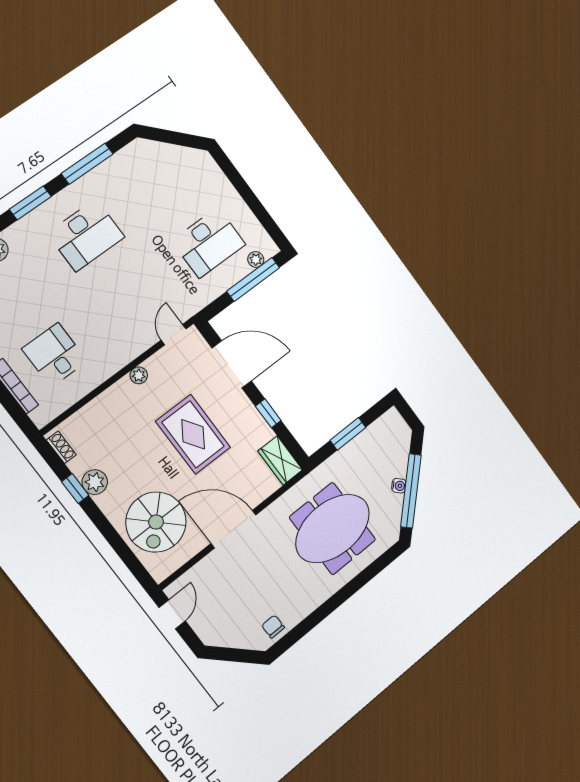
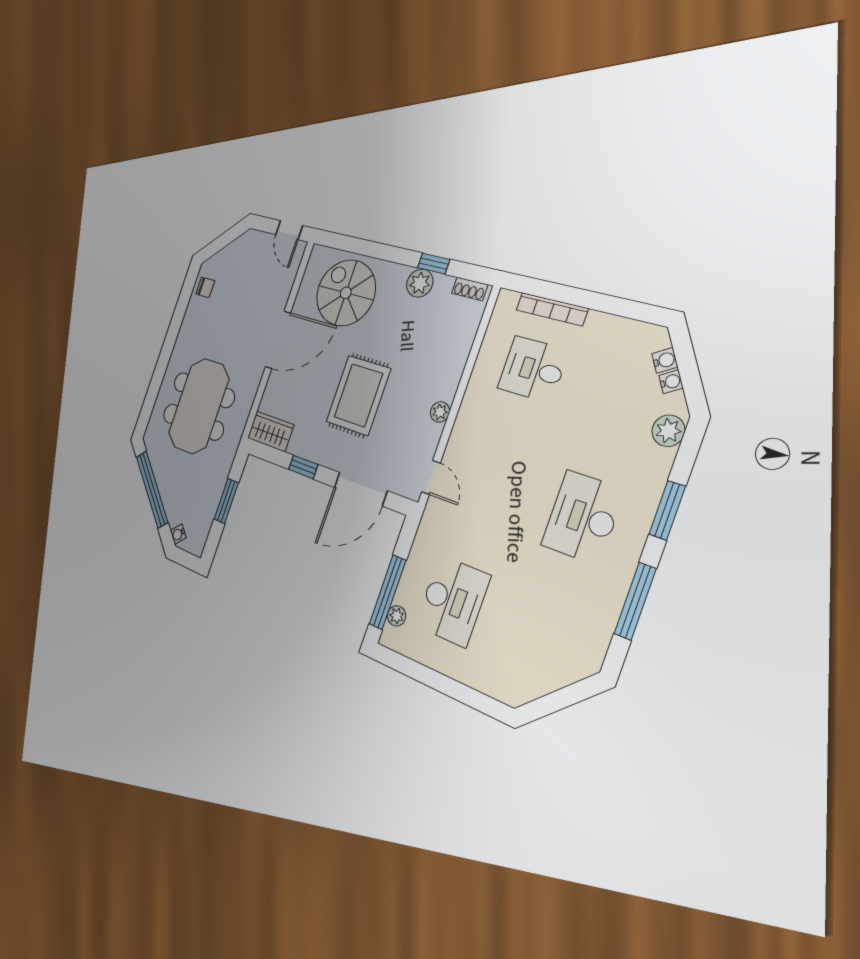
desk: (209, 243) -> (453, 601), turned 180
desk: (55, 355) -> (533, 369), turned 180
rug: (193, 434) -> (358, 395), turned 90
water cooler: (399, 486) -> (178, 534), moved

